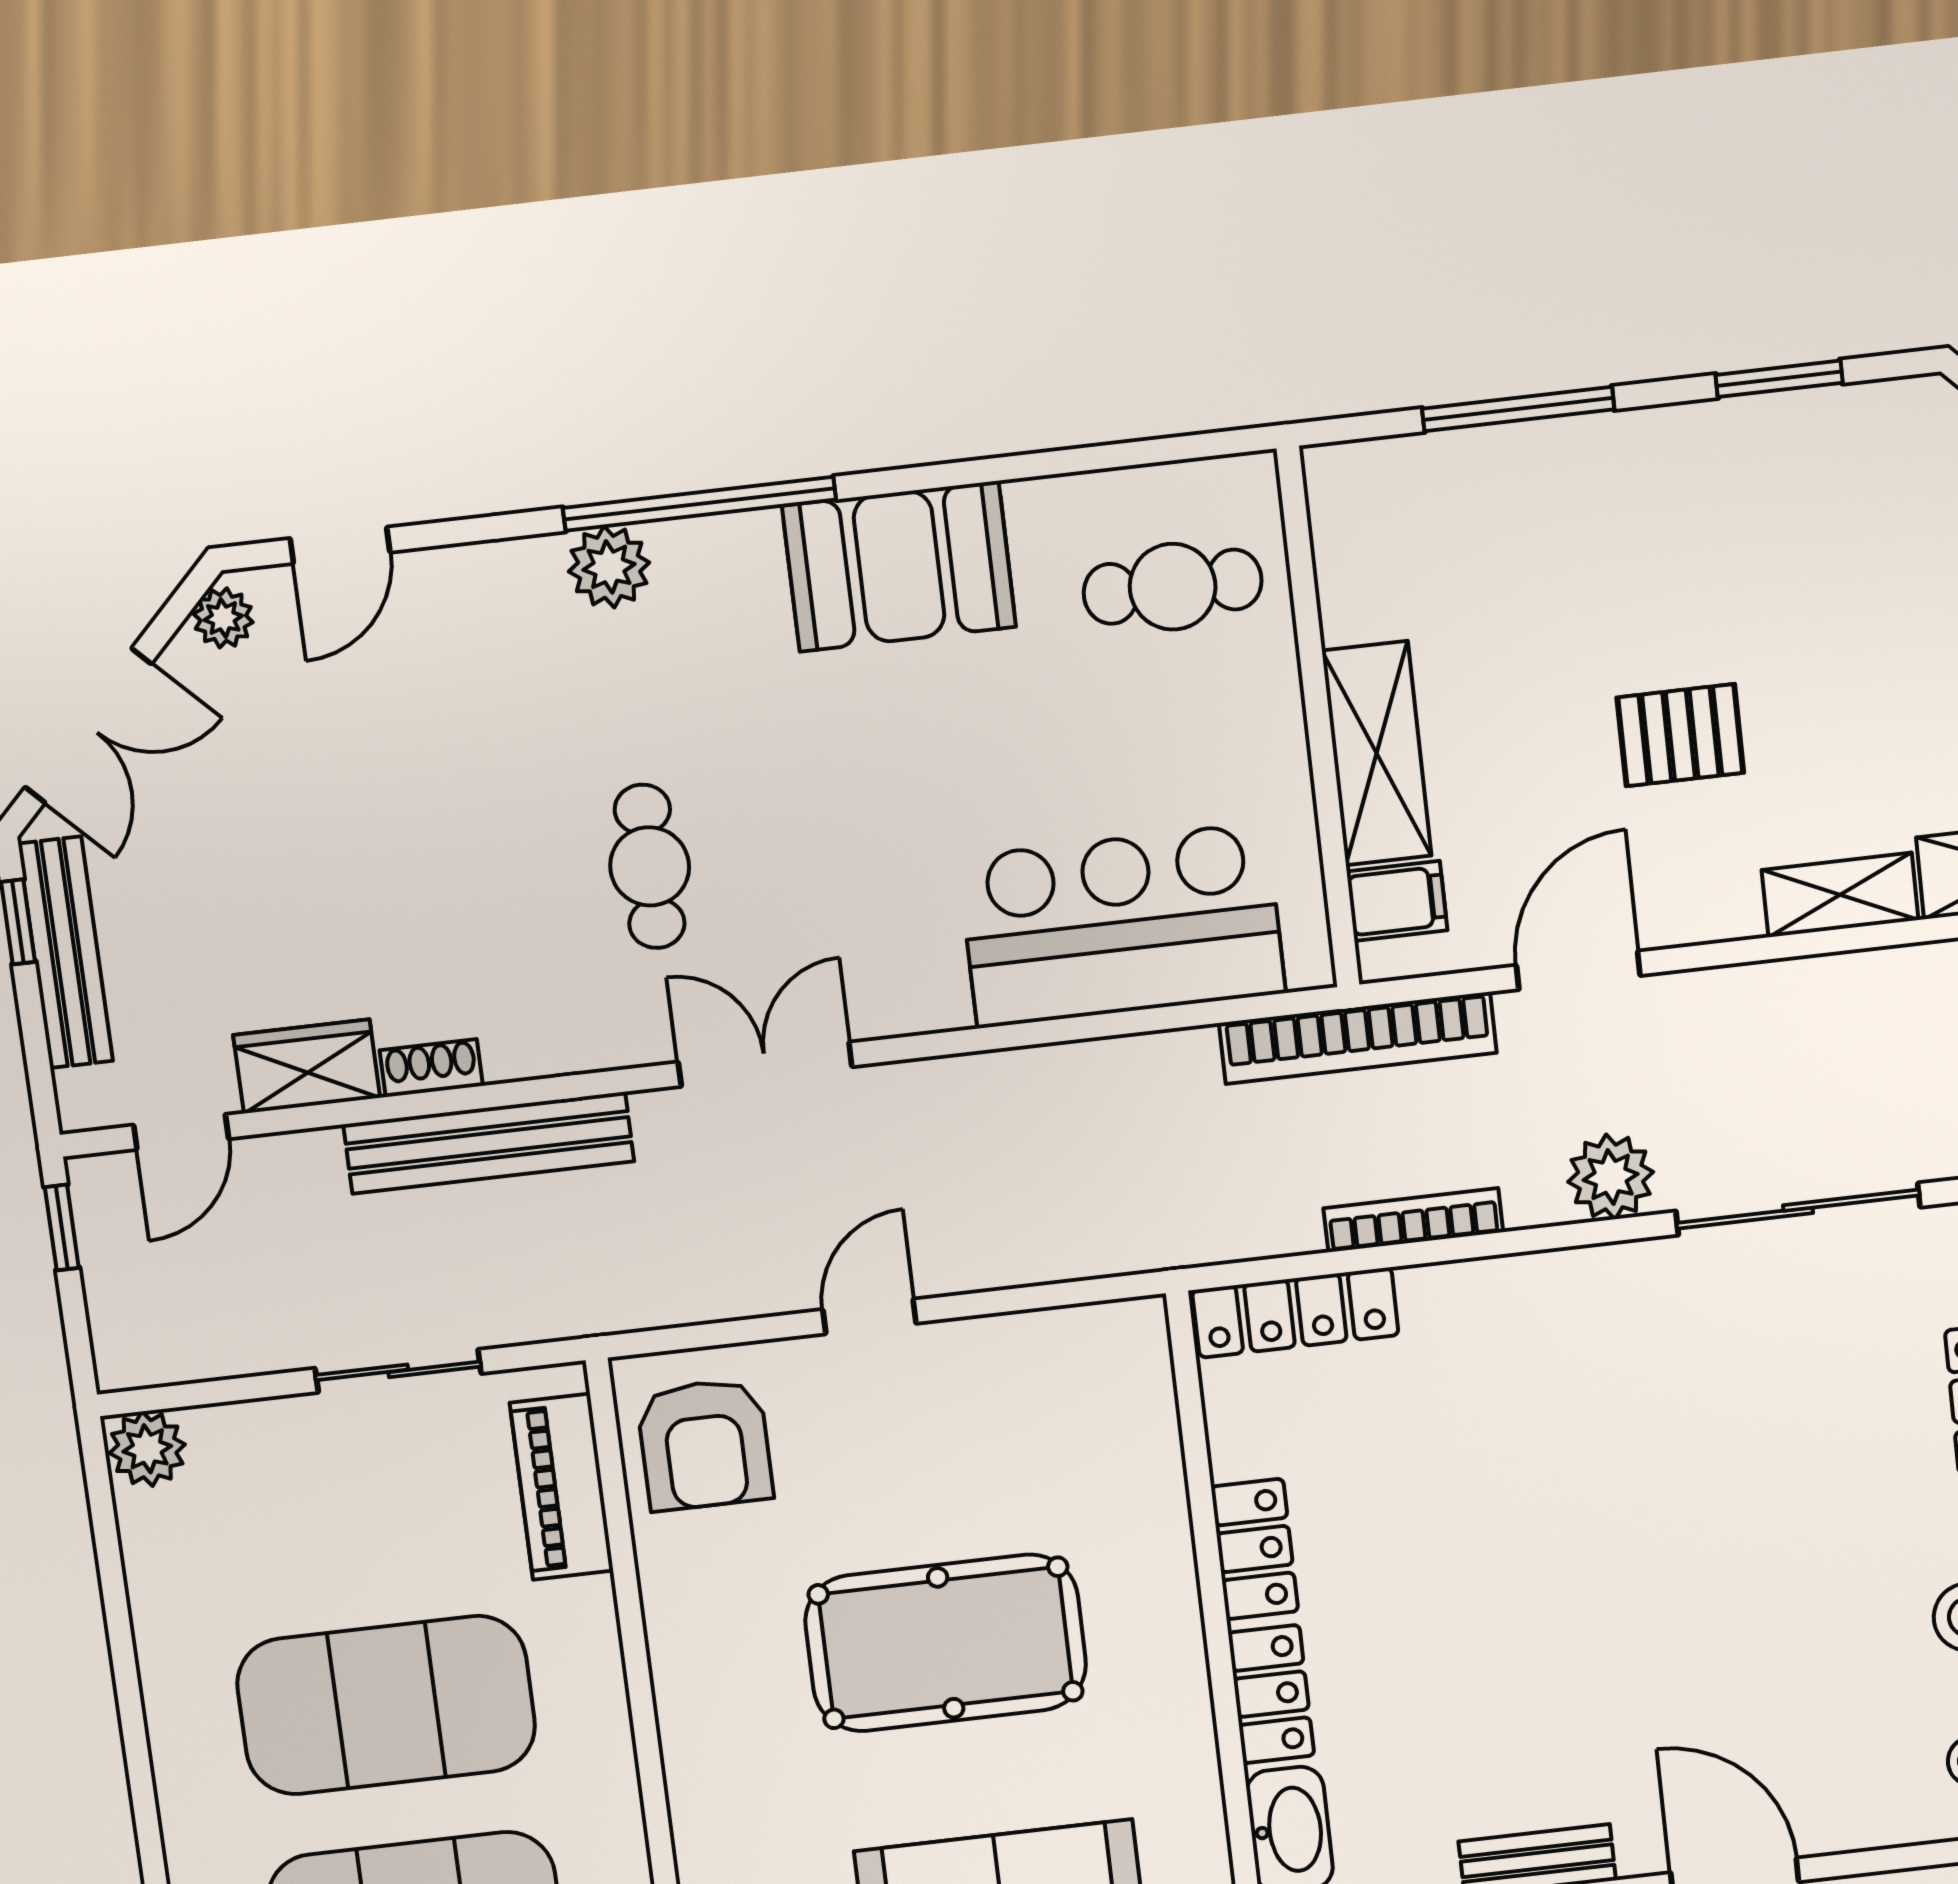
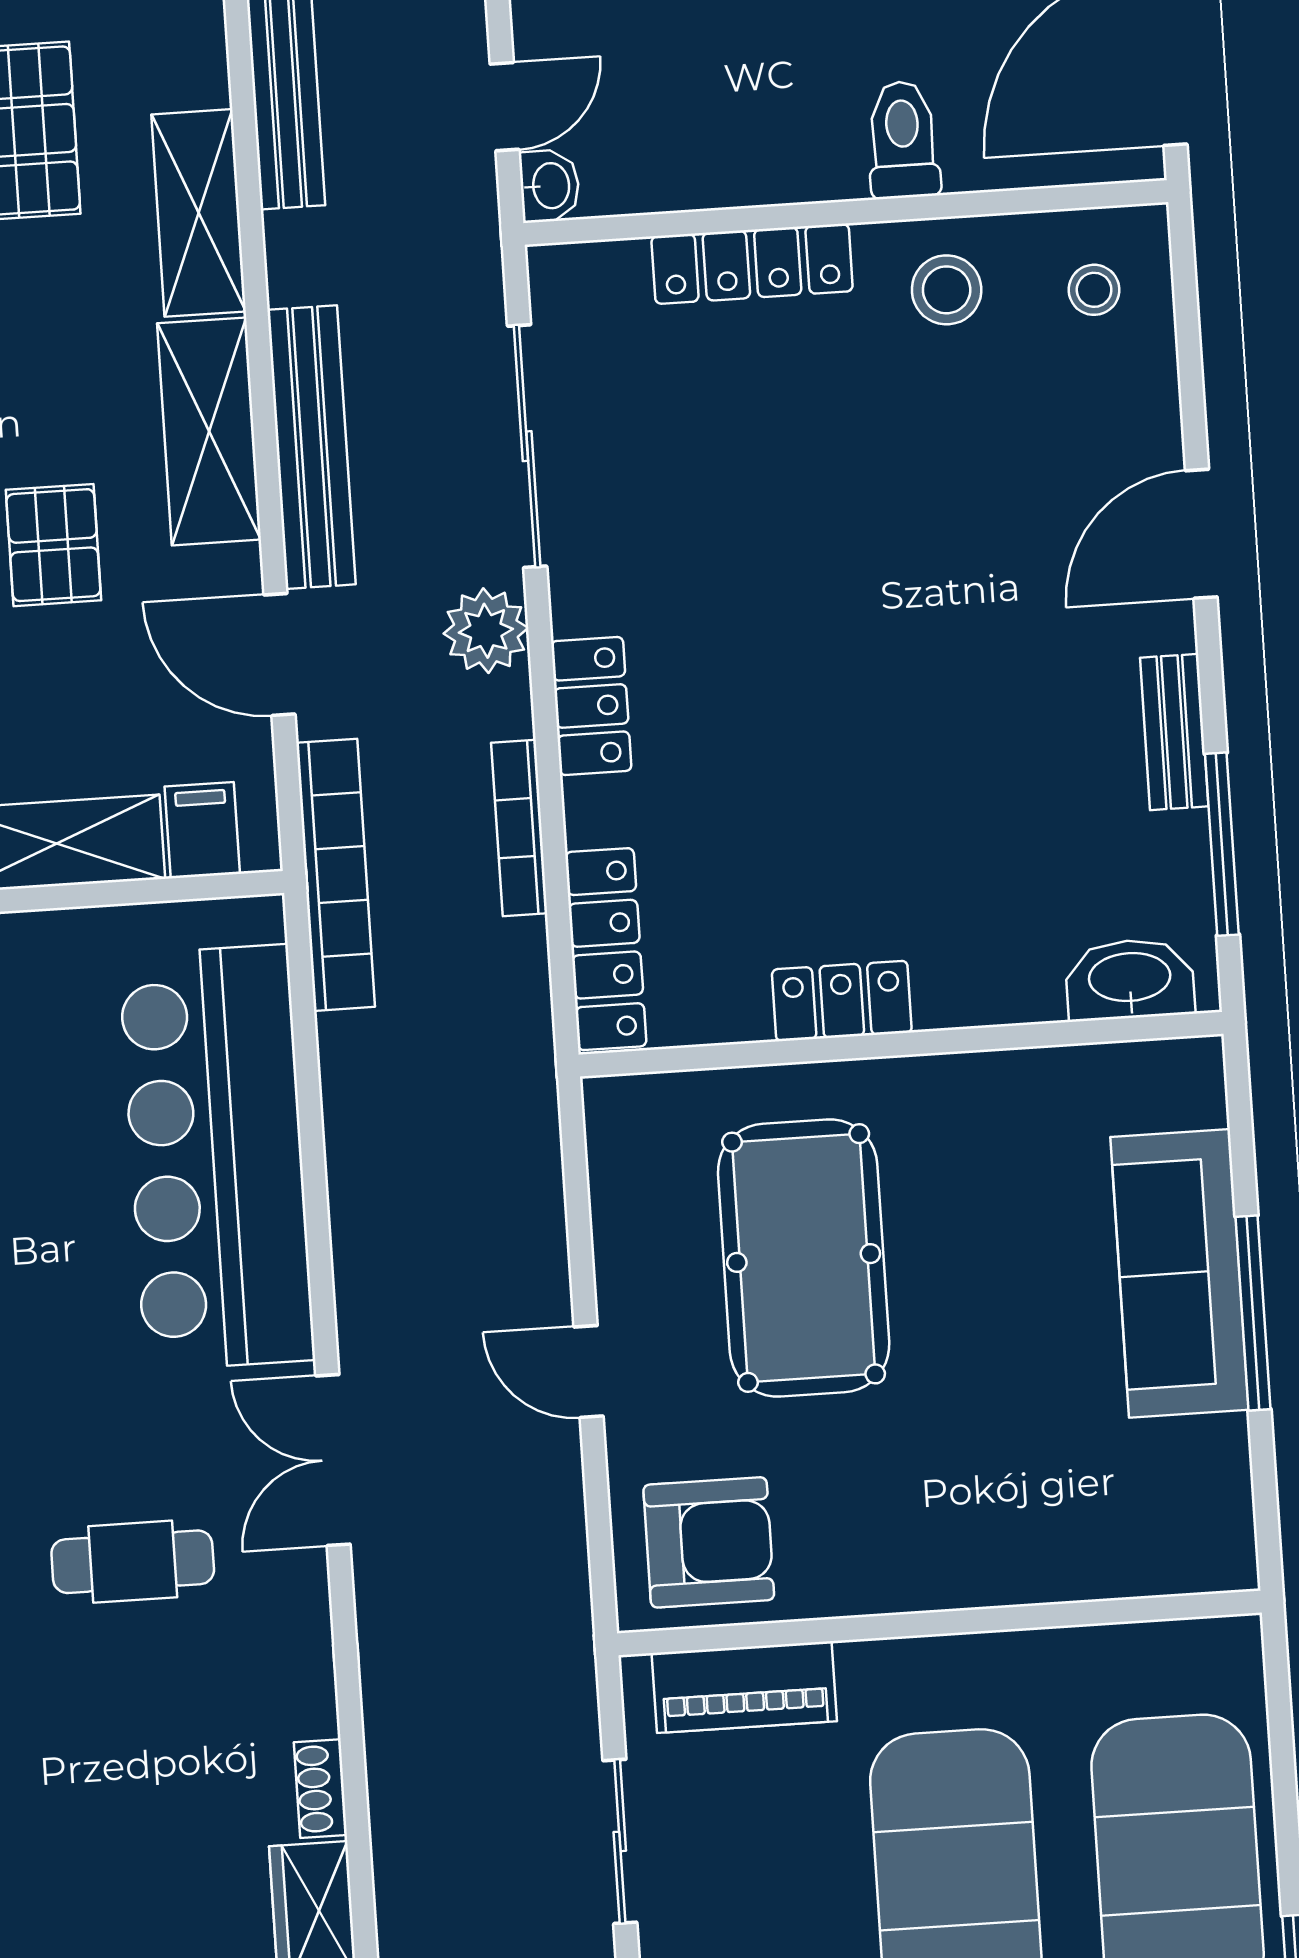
shelving: (1840, 895) -> (209, 431), width x1.50, depth x1.33
bar counter: (1122, 925) -> (217, 1157), width x1.36
bench: (489, 1143) -> (311, 447), moved
pool table: (946, 1643) -> (804, 1258), moved
locker: (1271, 1694) -> (591, 706), moved, turned 90

